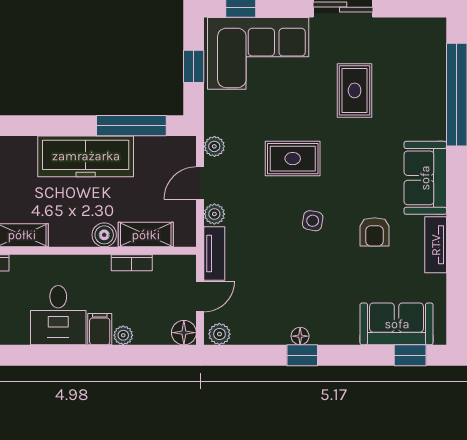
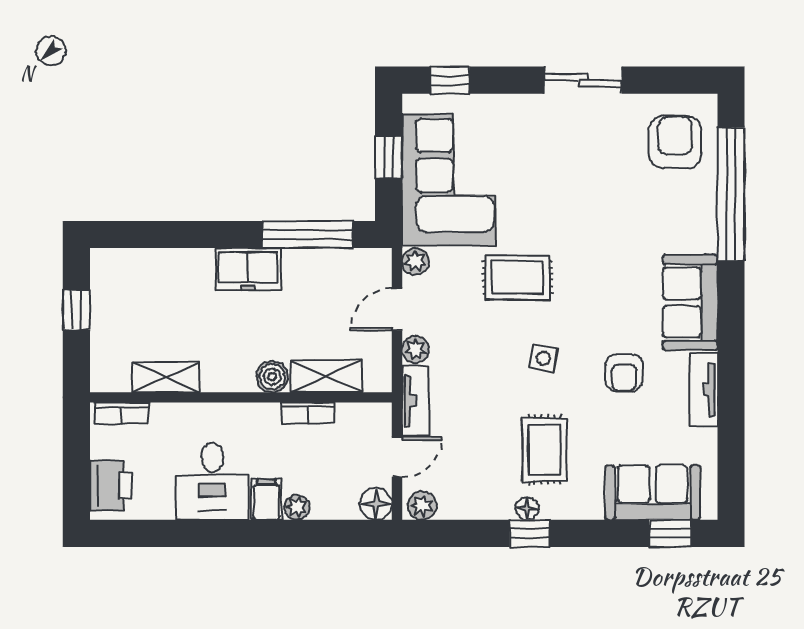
corner sofa: (258, 53) -> (449, 180), moved, turned -90
armchair: (414, 55) -> (675, 142), added
rug: (355, 90) -> (545, 449), moved
freezer: (86, 156) -> (248, 269), width x0.52, depth x0.79

